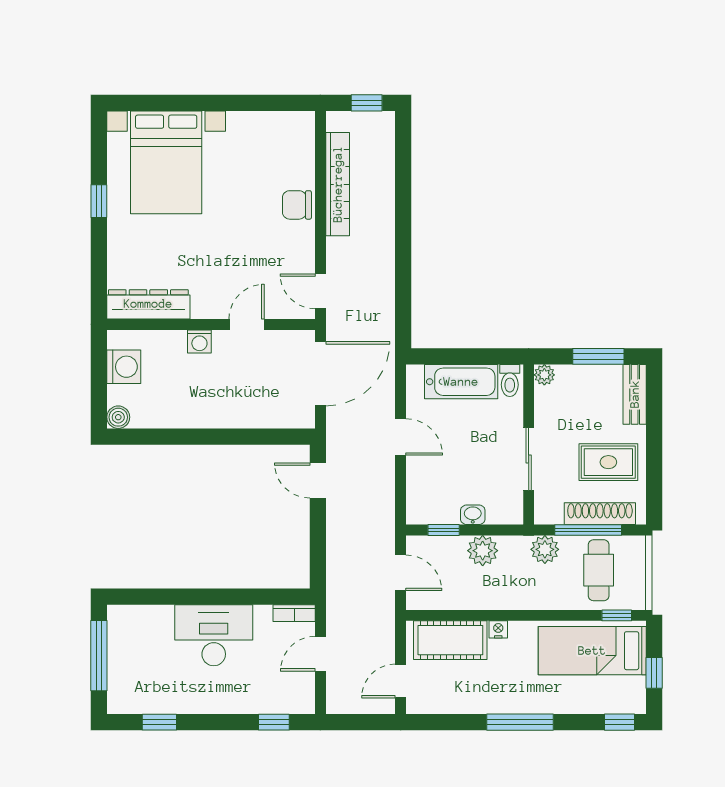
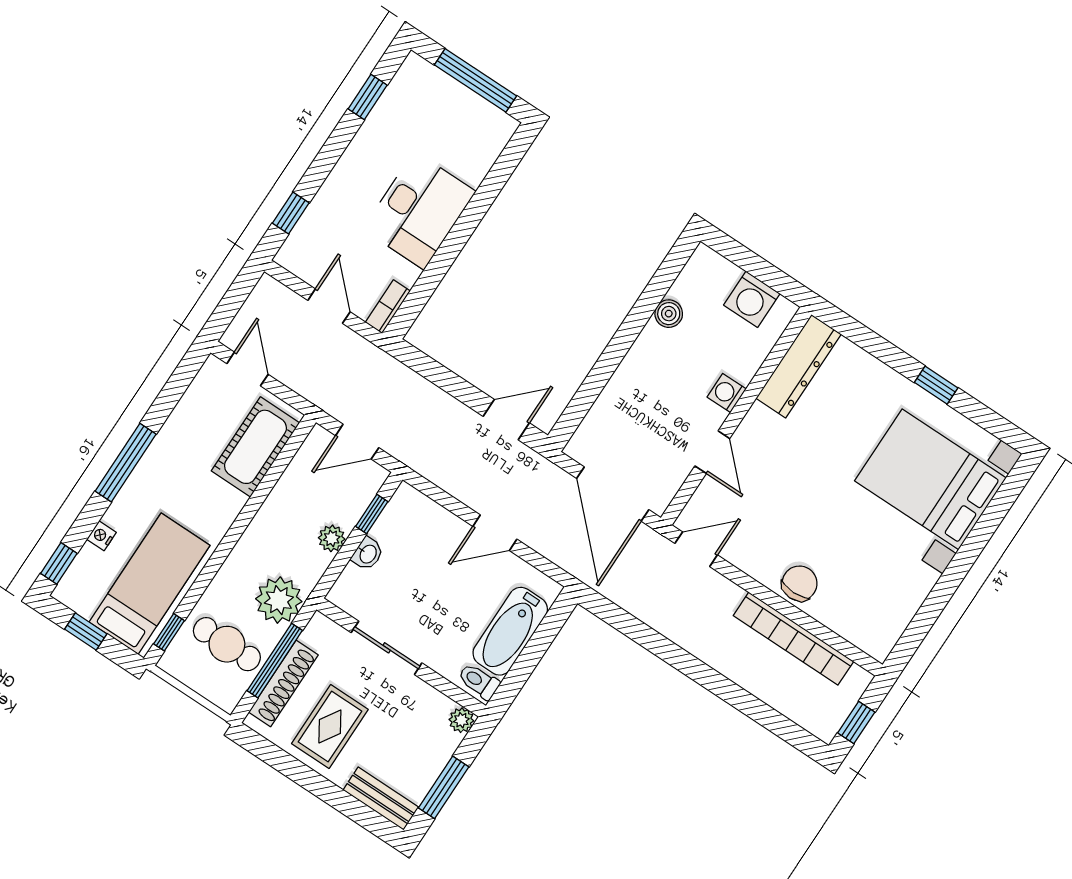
boiler: (118, 417) -> (669, 314), moved
plant: (545, 549) -> (279, 600), width x1.36, depth x1.36
plant: (483, 551) -> (332, 538), width x0.73, depth x0.73
nightstand: (498, 629) -> (101, 536), moved, turned 180

